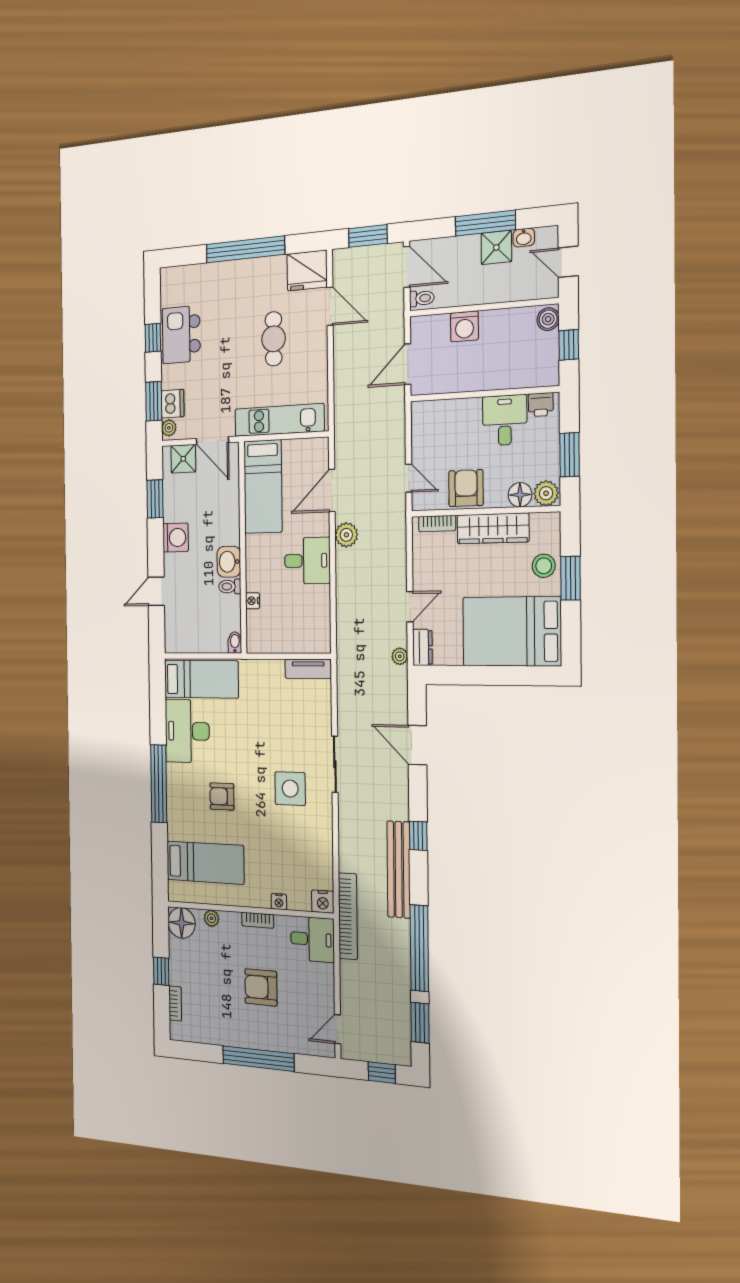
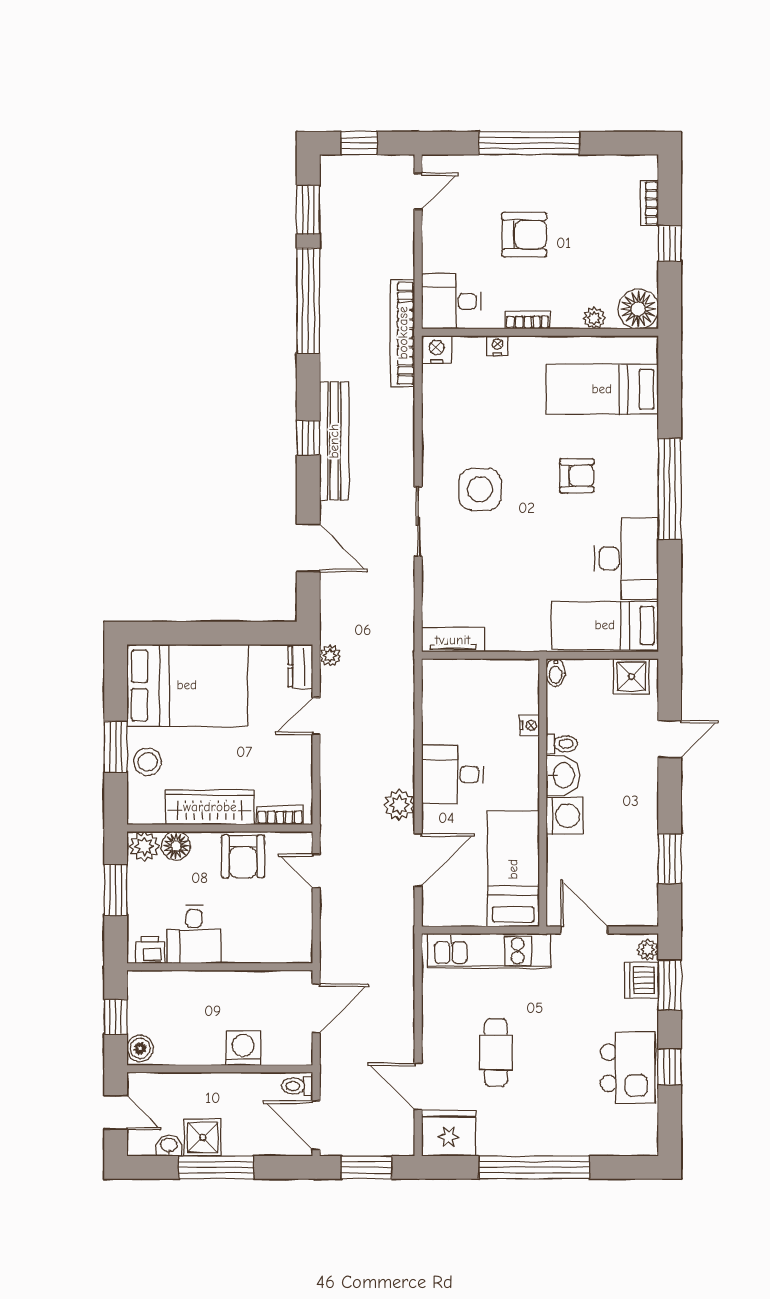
shower: (183, 459) -> (632, 676), moved
washing machine: (176, 538) -> (565, 816), moved, turned 180
bench: (399, 870) -> (334, 441), moved

